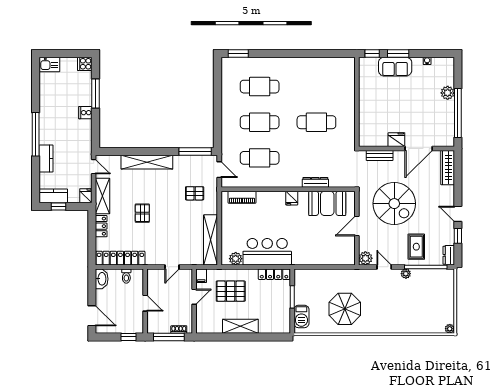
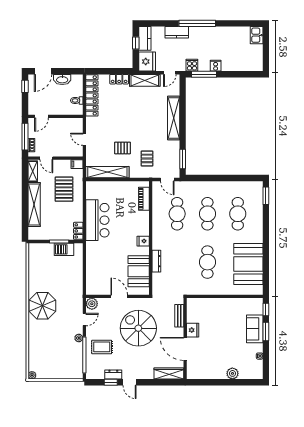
cooker: (85, 64) -> (192, 65), moved
booth: (319, 74) -> (248, 264), added
window: (95, 94) -> (204, 74), moved
window: (458, 113) -> (215, 382), removed
window: (195, 152) -> (183, 159), width x0.69
door: (219, 170) -> (167, 179), hinge flipped
fridge: (86, 196) -> (147, 62), width x1.88, depth x1.34
spiral stairs: (394, 204) -> (138, 328), turned 90
pallet: (142, 213) -> (123, 148), moved
door: (458, 214) -> (129, 382), swing flipped
dresser: (449, 255) -> (113, 375), moved
plant: (236, 259) -> (92, 193), removed
locker: (274, 274) -> (78, 231), width x0.66
washbasin: (102, 279) -> (62, 79), moved
door: (194, 297) -> (46, 158), moved
door: (145, 303) -> (41, 116), moved
parasol: (345, 309) -> (42, 306), moved
barbecue: (301, 316) -> (64, 249), moved
shelving: (240, 326) -> (34, 205), width x1.47
shelving: (210, 328) -> (33, 171), added
window: (128, 337) -> (25, 86), moved

